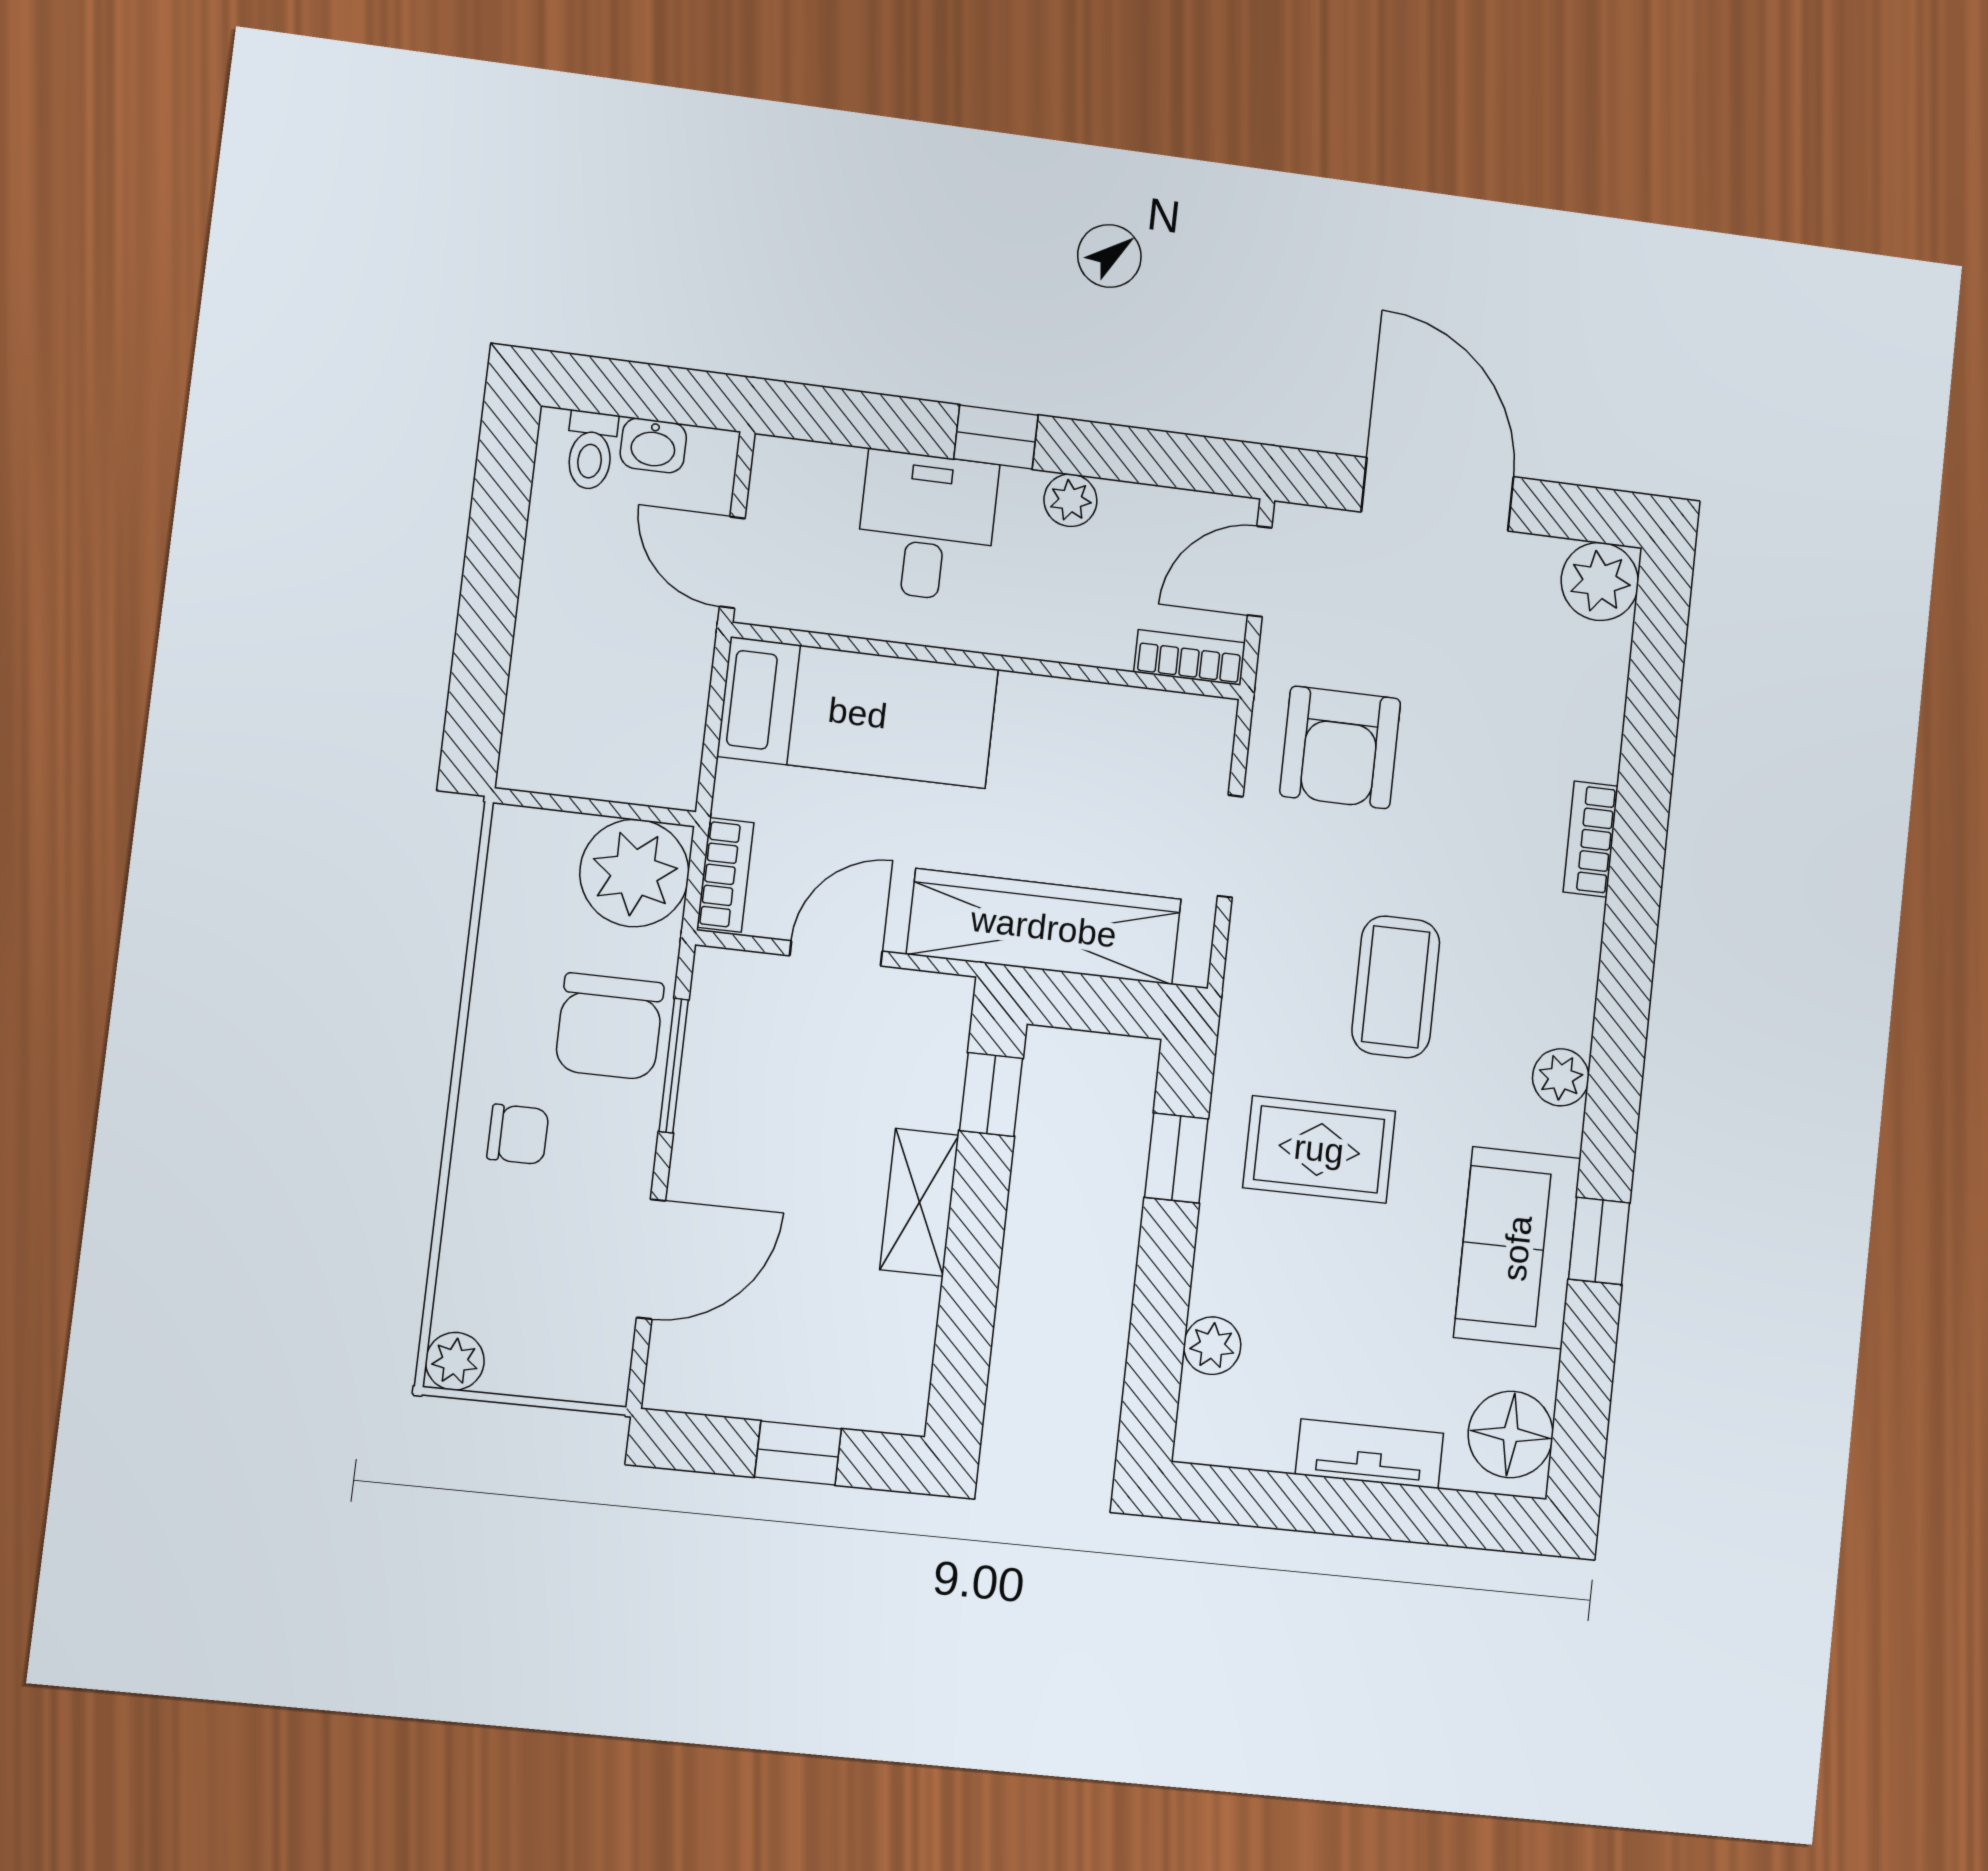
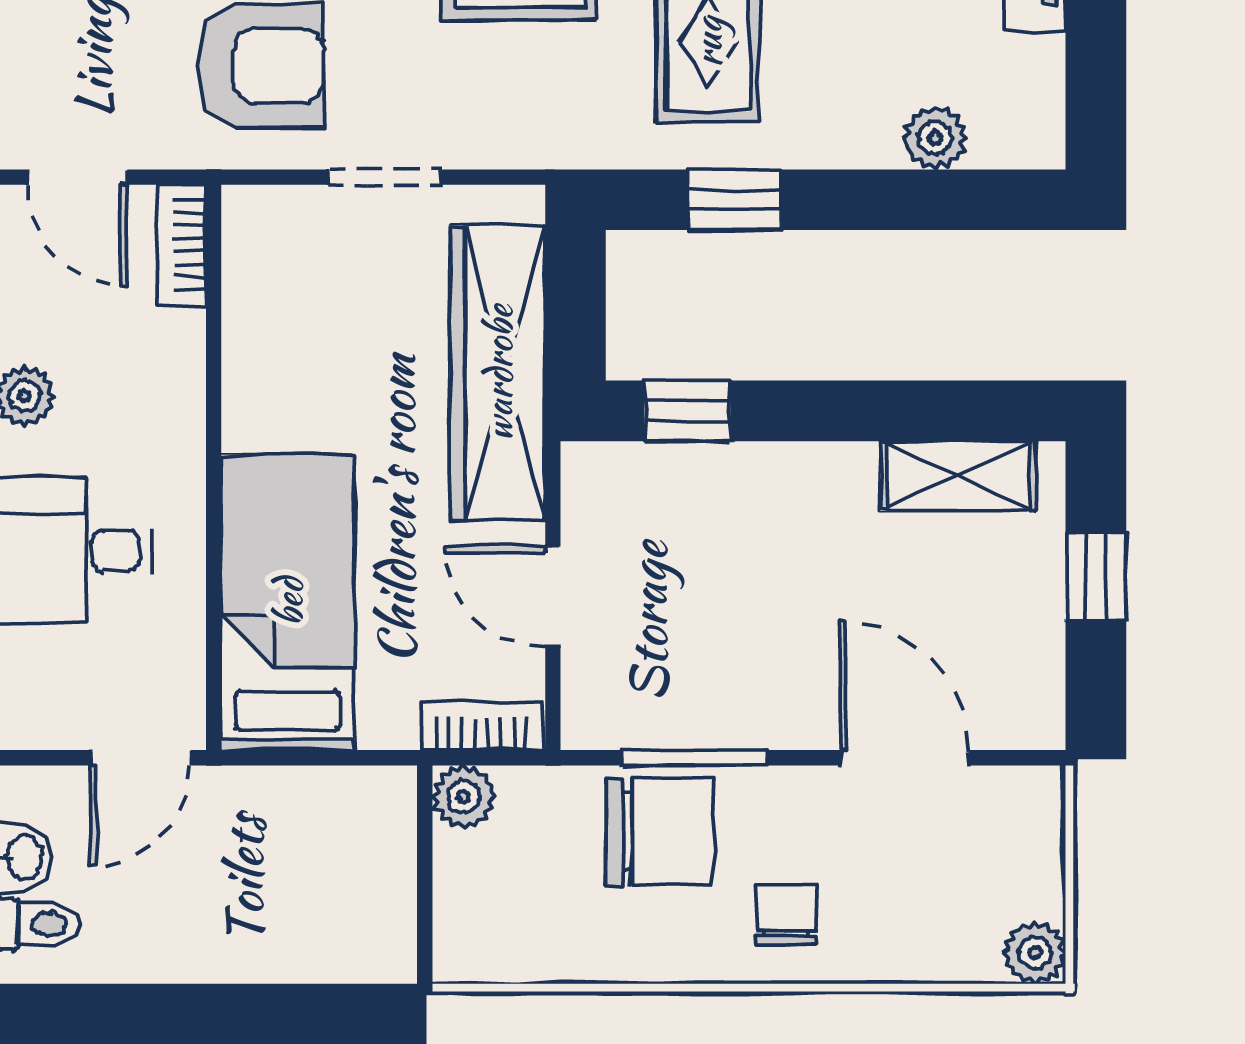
plant: (634, 873) -> (464, 797), width x0.53, depth x0.53
shelving: (919, 1202) -> (958, 476), moved

